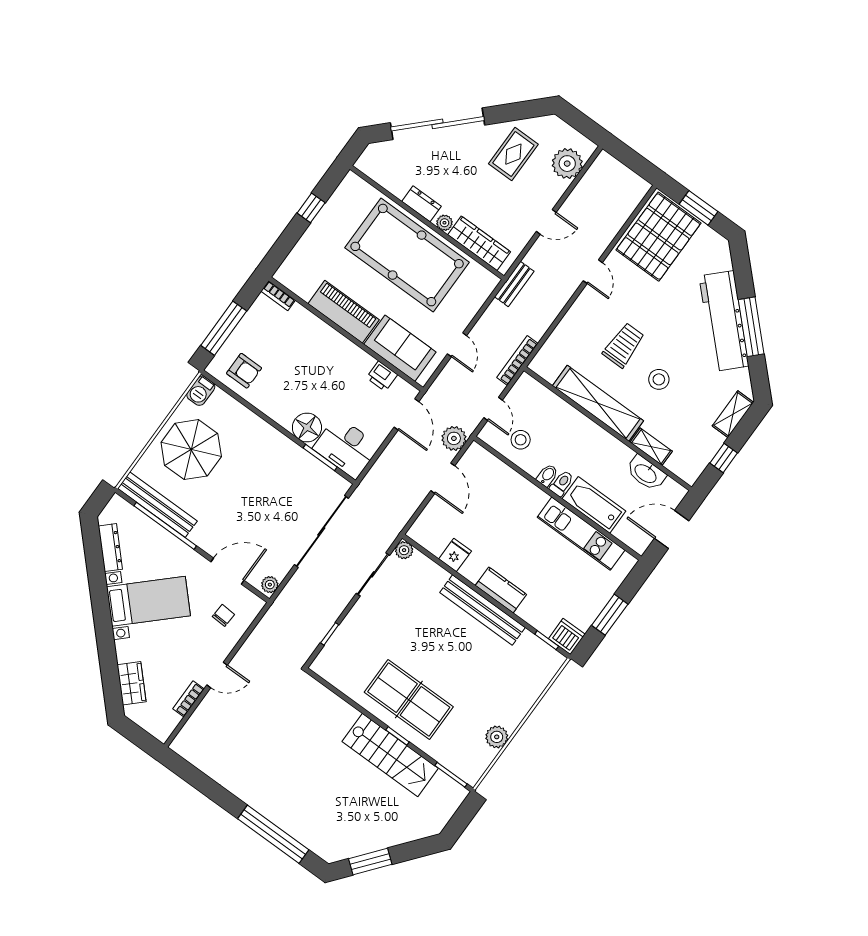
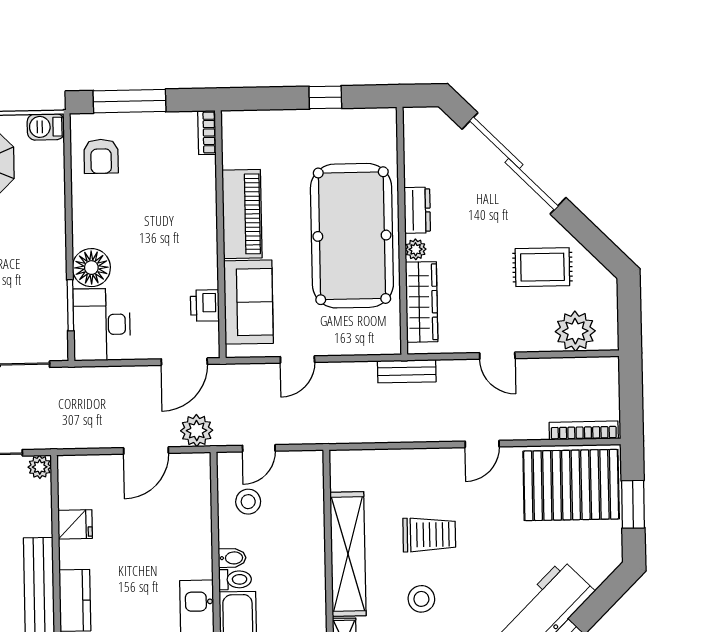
bookcase: (517, 361) -> (584, 430), moved

